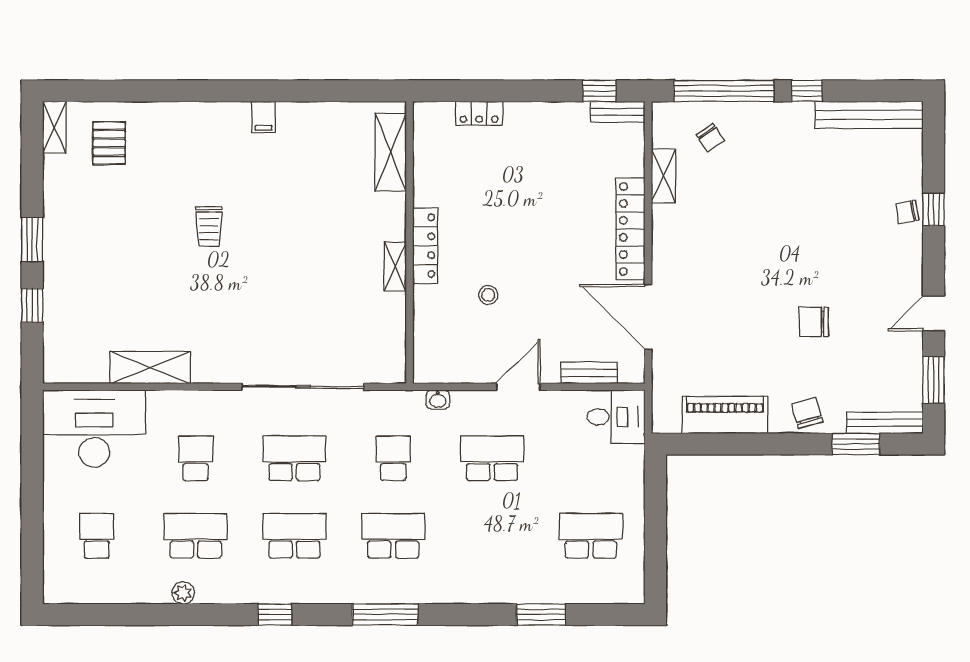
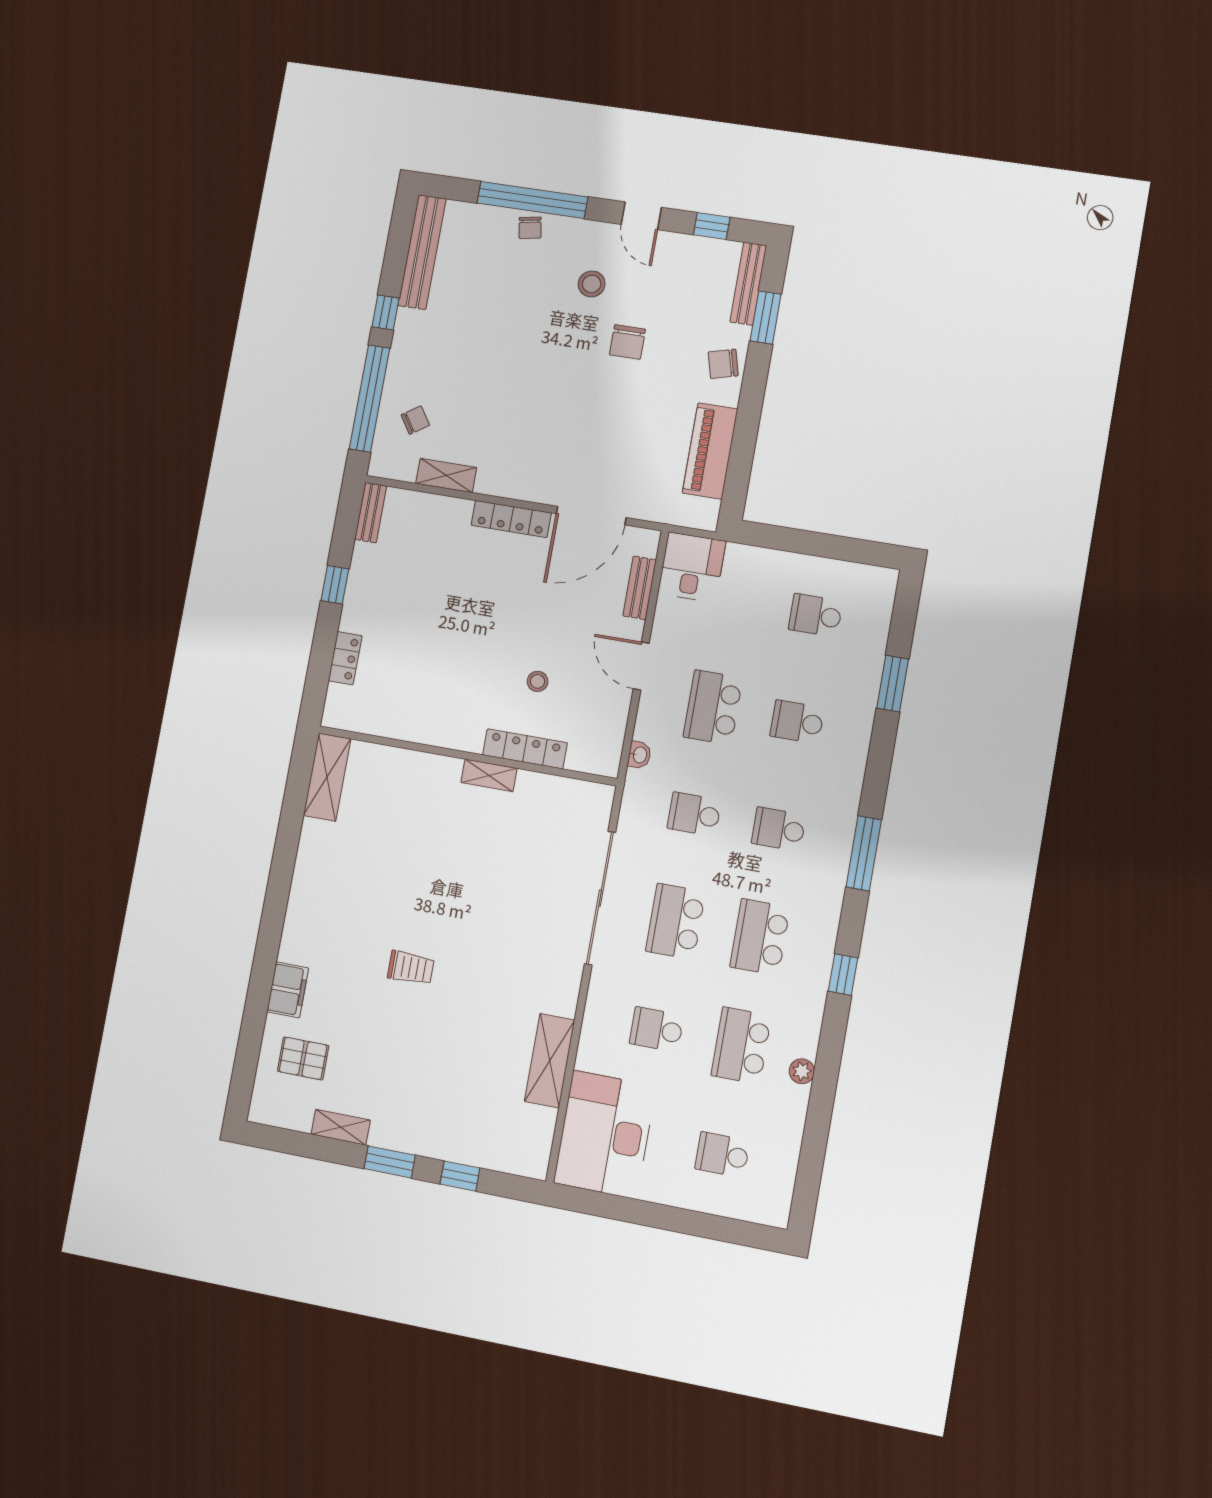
window: (599, 91) -> (335, 585), moved
filing cabinet: (264, 117) -> (288, 990), moved, width x2.00
shelving: (54, 127) -> (341, 1127), moved
shelving: (391, 152) -> (327, 777), moved, turned 90
window: (934, 209) -> (532, 200), width x3.17
locker: (631, 229) -> (511, 519), width x0.71, depth x0.83
locker: (425, 246) -> (525, 749), moved
stool: (863, 279) -> (592, 284), added
window: (934, 380) -> (712, 226), width x0.67
school desk: (393, 536) -> (779, 829), width x0.54
school desk: (492, 536) -> (797, 722), added
school desk: (591, 536) -> (816, 615), width x0.54

